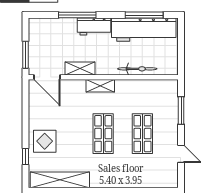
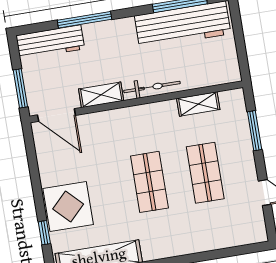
workbench: (94, 27) -> (50, 42), moved, width x1.38
bicycle: (137, 69) -> (152, 87), moved
shelving: (100, 86) -> (198, 104), moved
display table: (45, 141) -> (68, 207), width x1.36, depth x1.36

